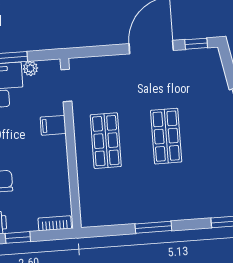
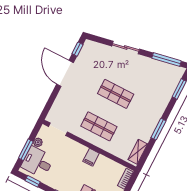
filing cabinet: (53, 125) -> (91, 157), moved
shelving: (104, 218) -> (138, 152), added

